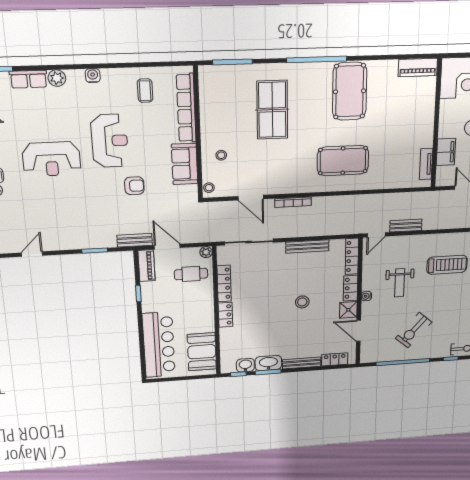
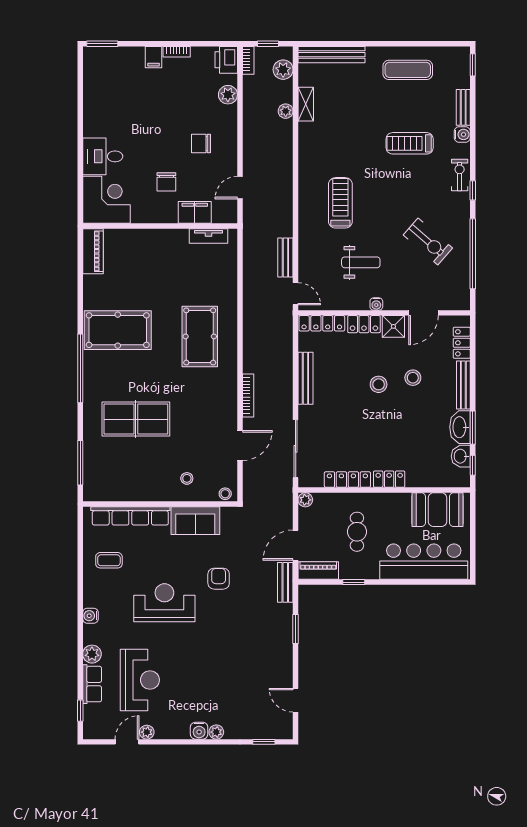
reception desk: (51, 159) -> (140, 680), moved
cafe table: (191, 274) -> (357, 532), moved
stool: (308, 327) -> (413, 378), added

